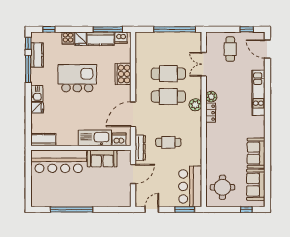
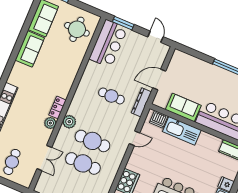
door: (133, 114) -> (134, 138), width x0.53
door: (152, 210) -> (156, 37), swing flipped

